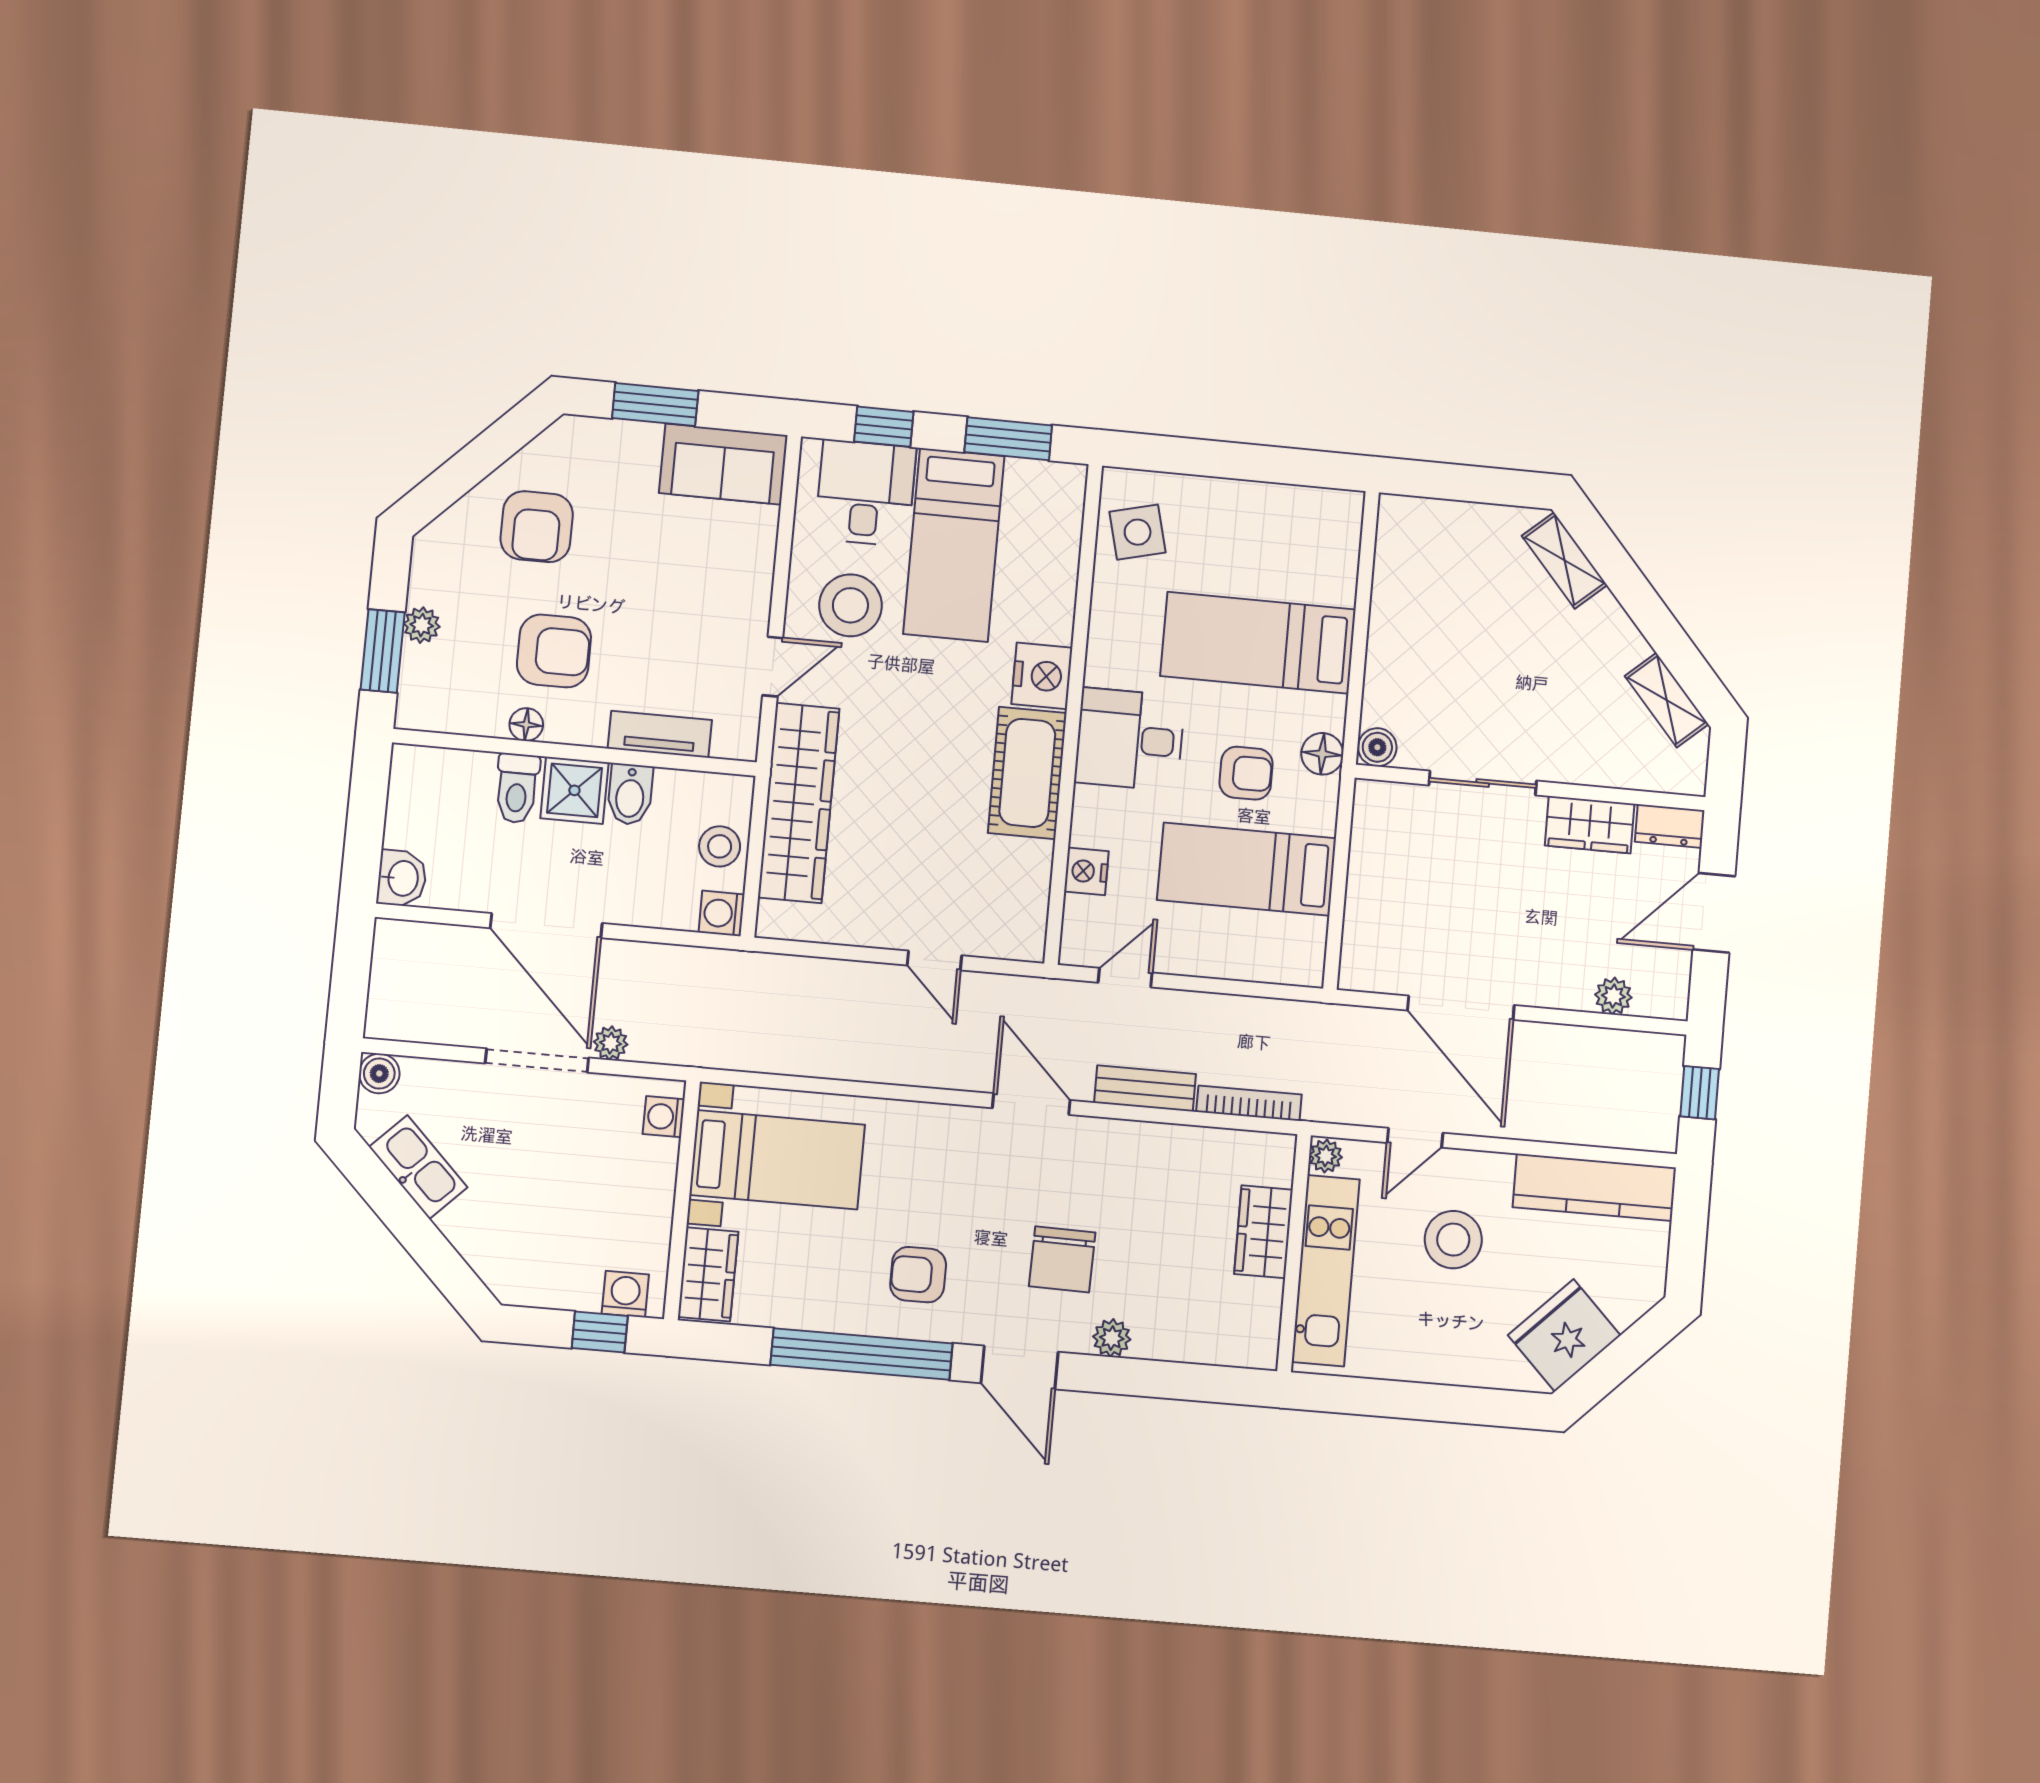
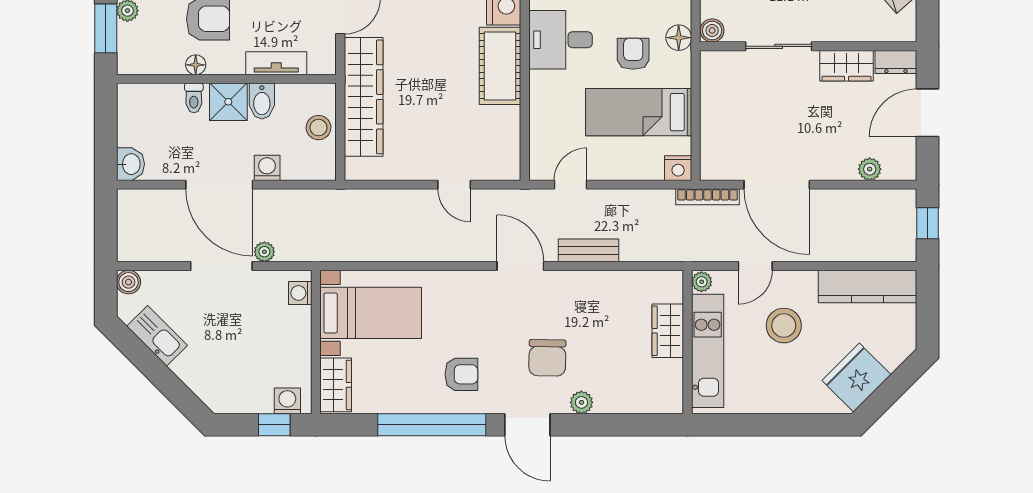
armchair: (1246, 773) -> (633, 54), turned -90
toilet: (517, 788) -> (194, 98), width x0.73, depth x0.72
nightstand: (1086, 871) -> (678, 168), moved, turned -90
washing machine: (722, 913) -> (267, 168), moved, turned 90
bookcase: (1249, 1103) -> (708, 197), moved, turned 180
armchair: (918, 1275) -> (461, 374), turned 180

